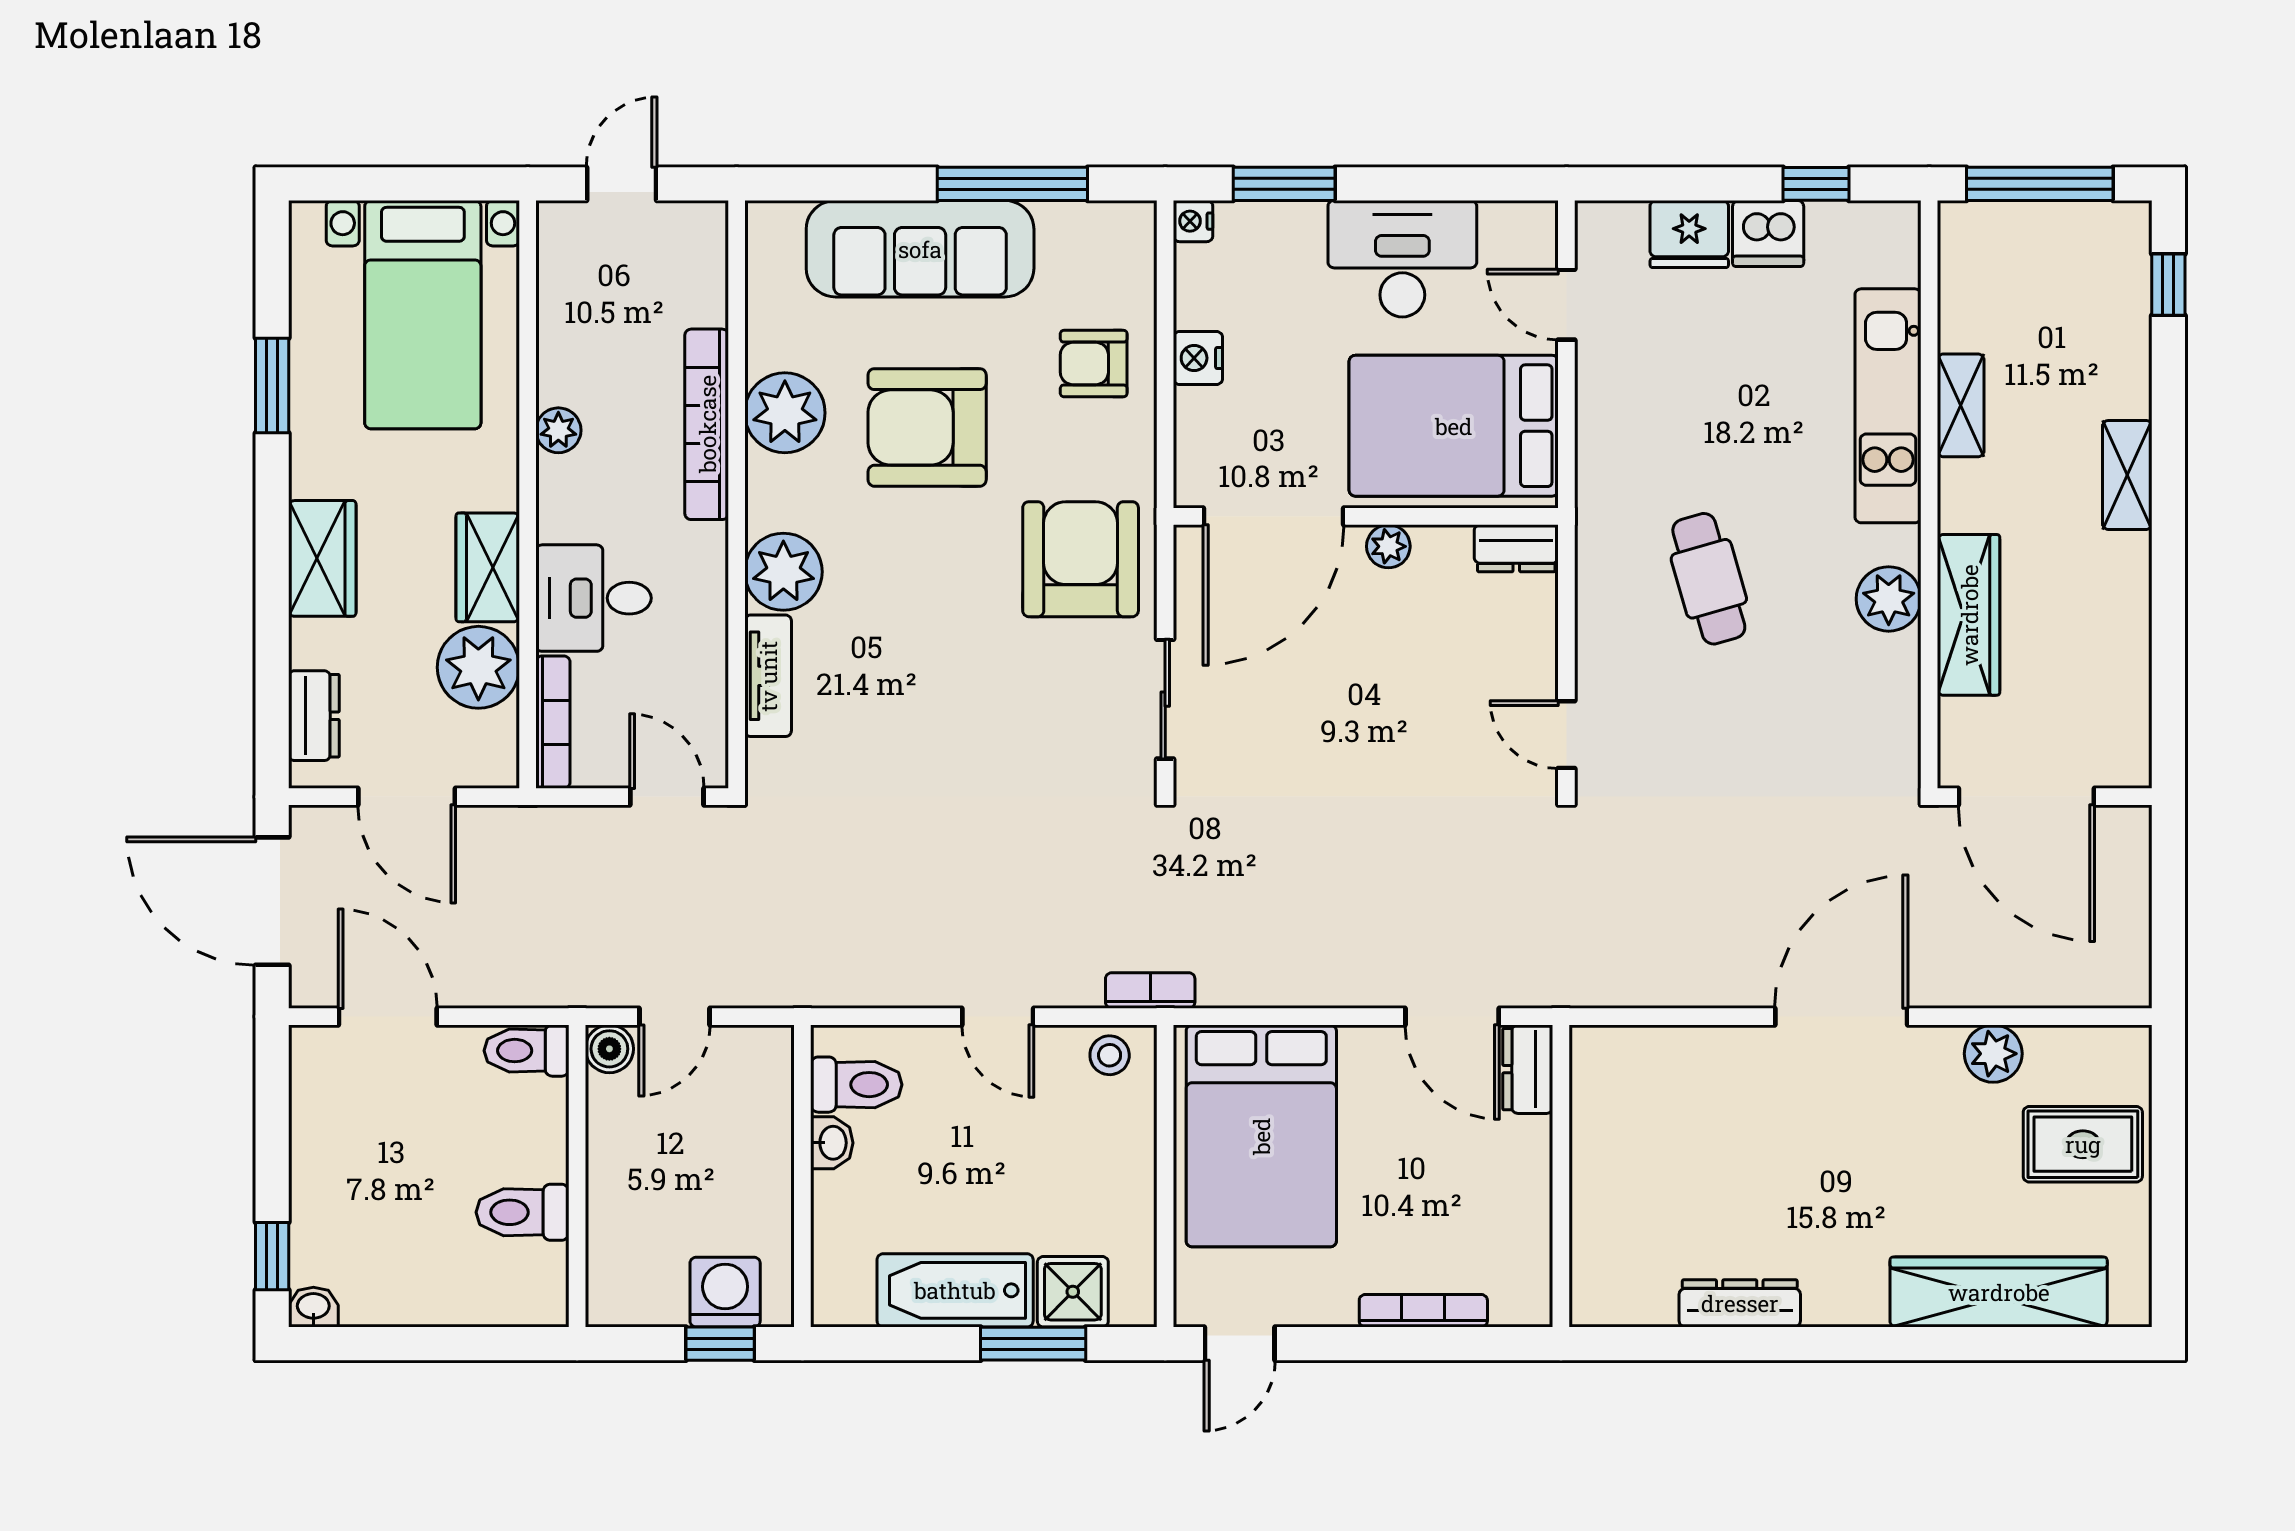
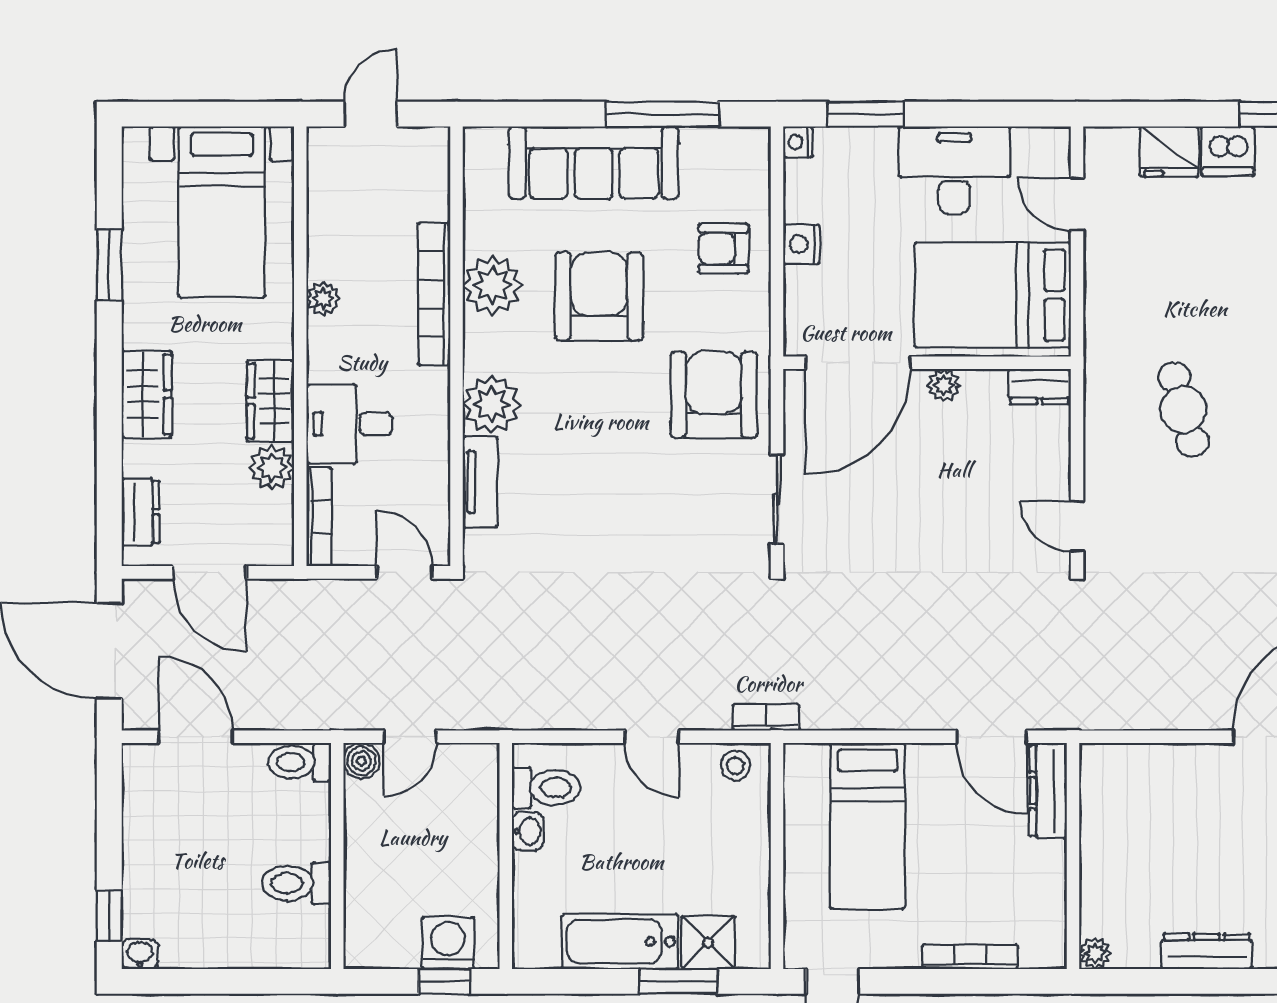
armchair: (927, 427) -> (599, 296), turned 90
plant: (478, 667) -> (272, 467), width x0.73, depth x0.73
dresser: (1528, 1069) -> (1048, 791), width x1.44
bed: (1261, 1136) -> (868, 826), width x0.67
plant: (1590, 1306) -> (1095, 953), added

